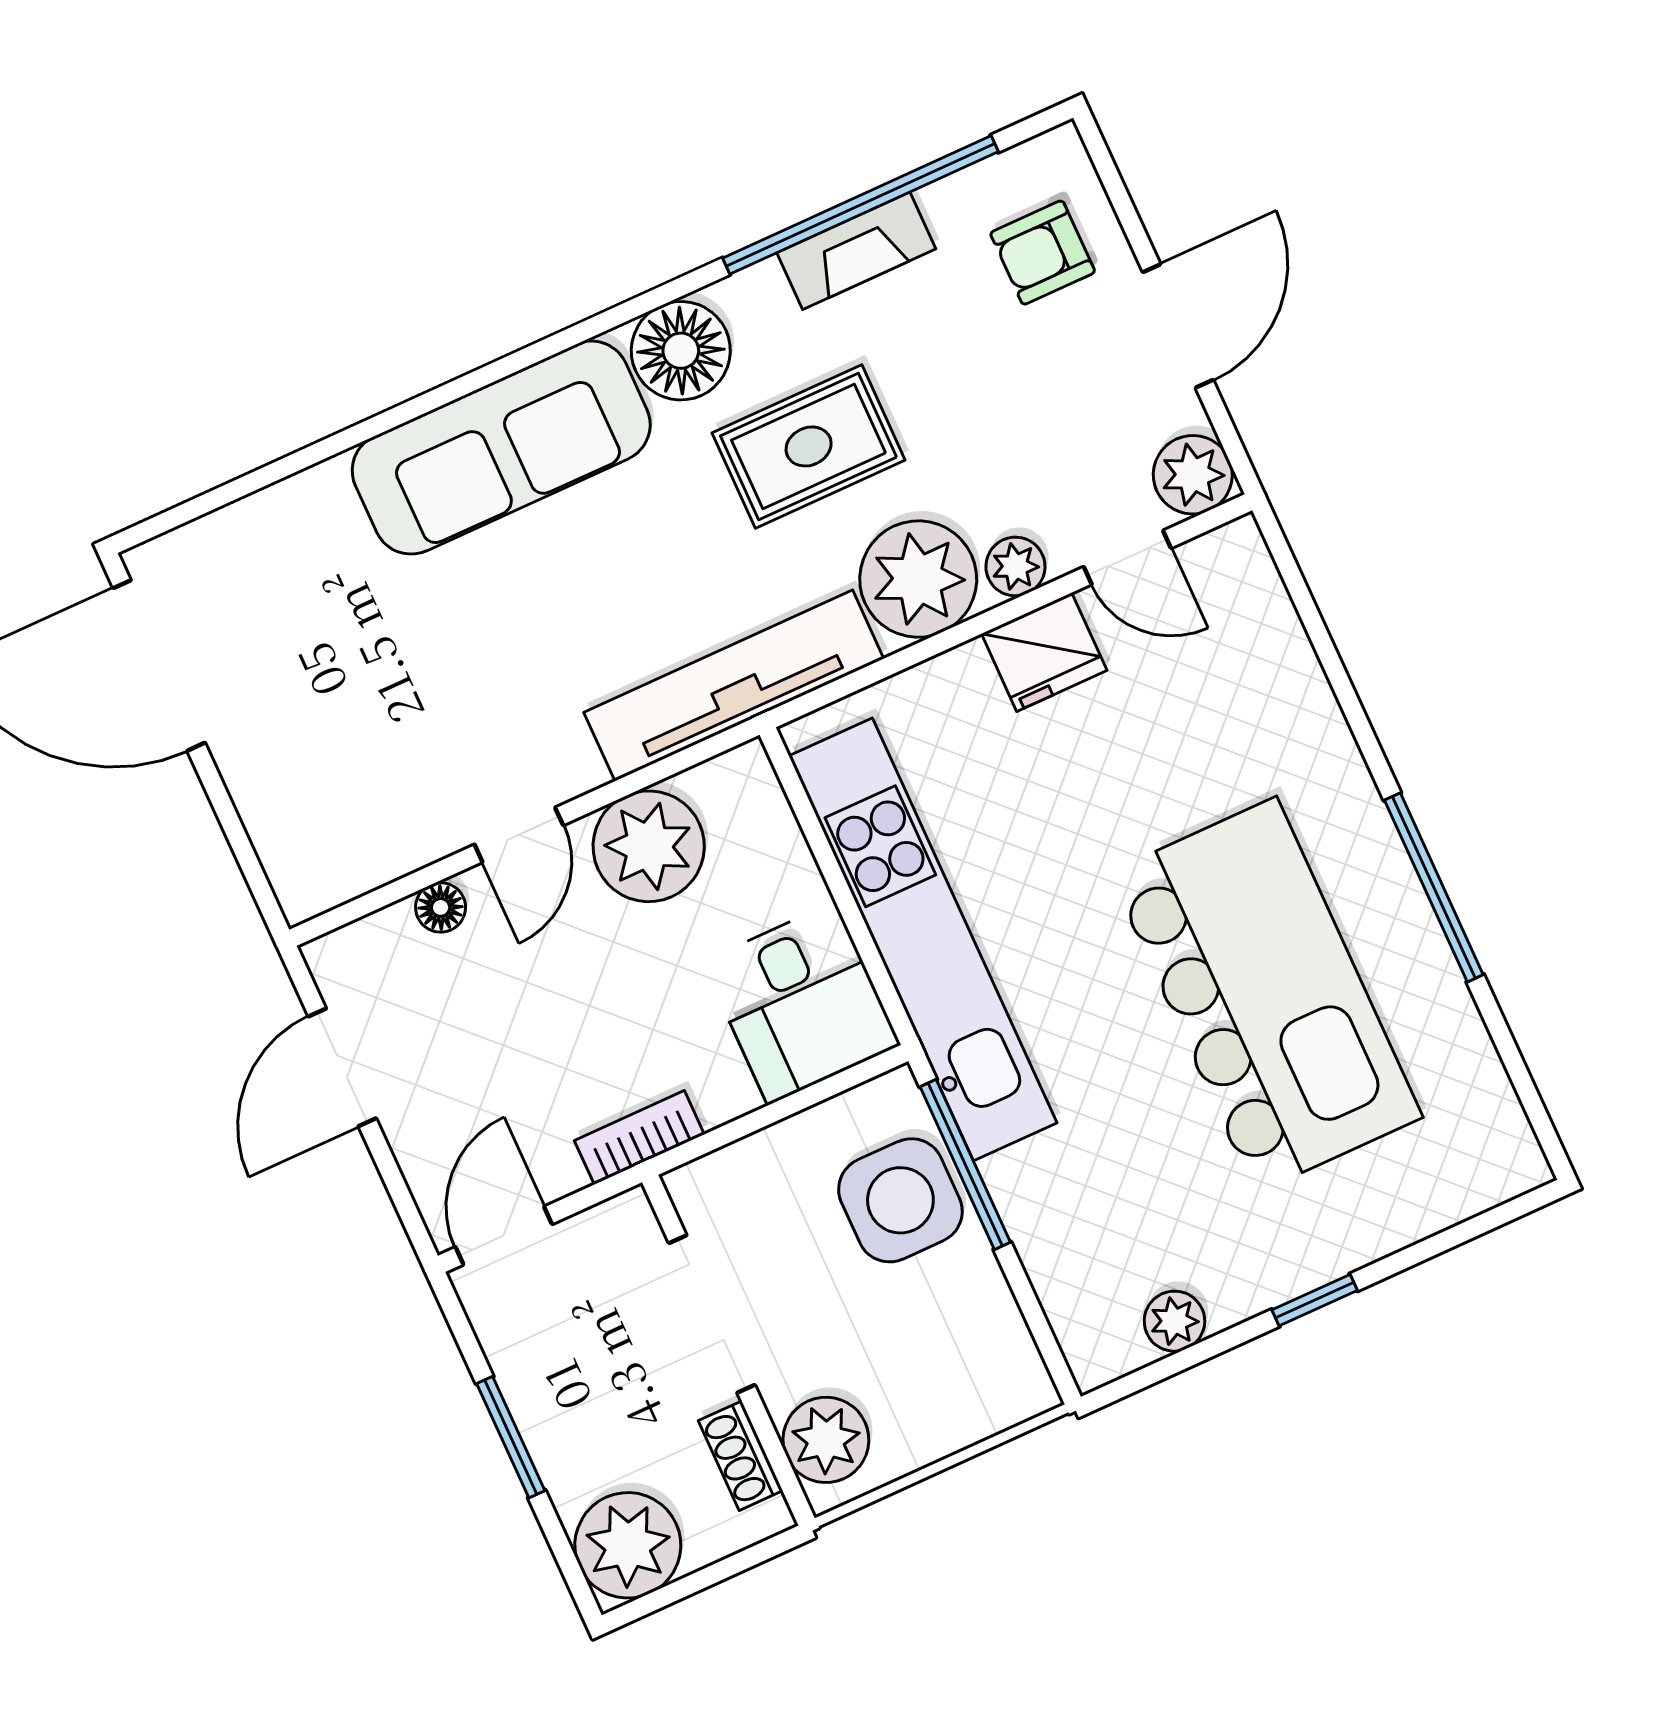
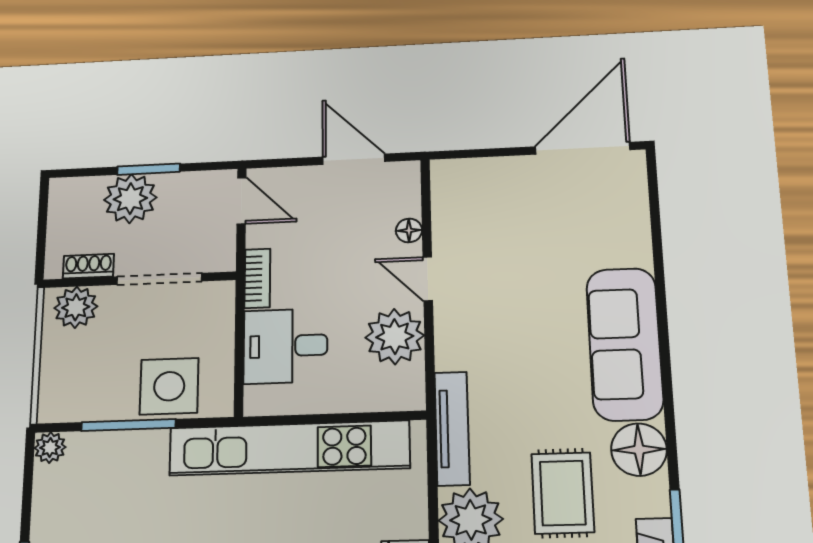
tv unit: (734, 686) -> (452, 428), width x0.73, depth x0.78
desk: (802, 1003) -> (285, 346), moved
window: (965, 1165) -> (128, 425), moved
plant: (1174, 1321) -> (50, 448), moved
plant: (628, 1545) -> (130, 199), moved

